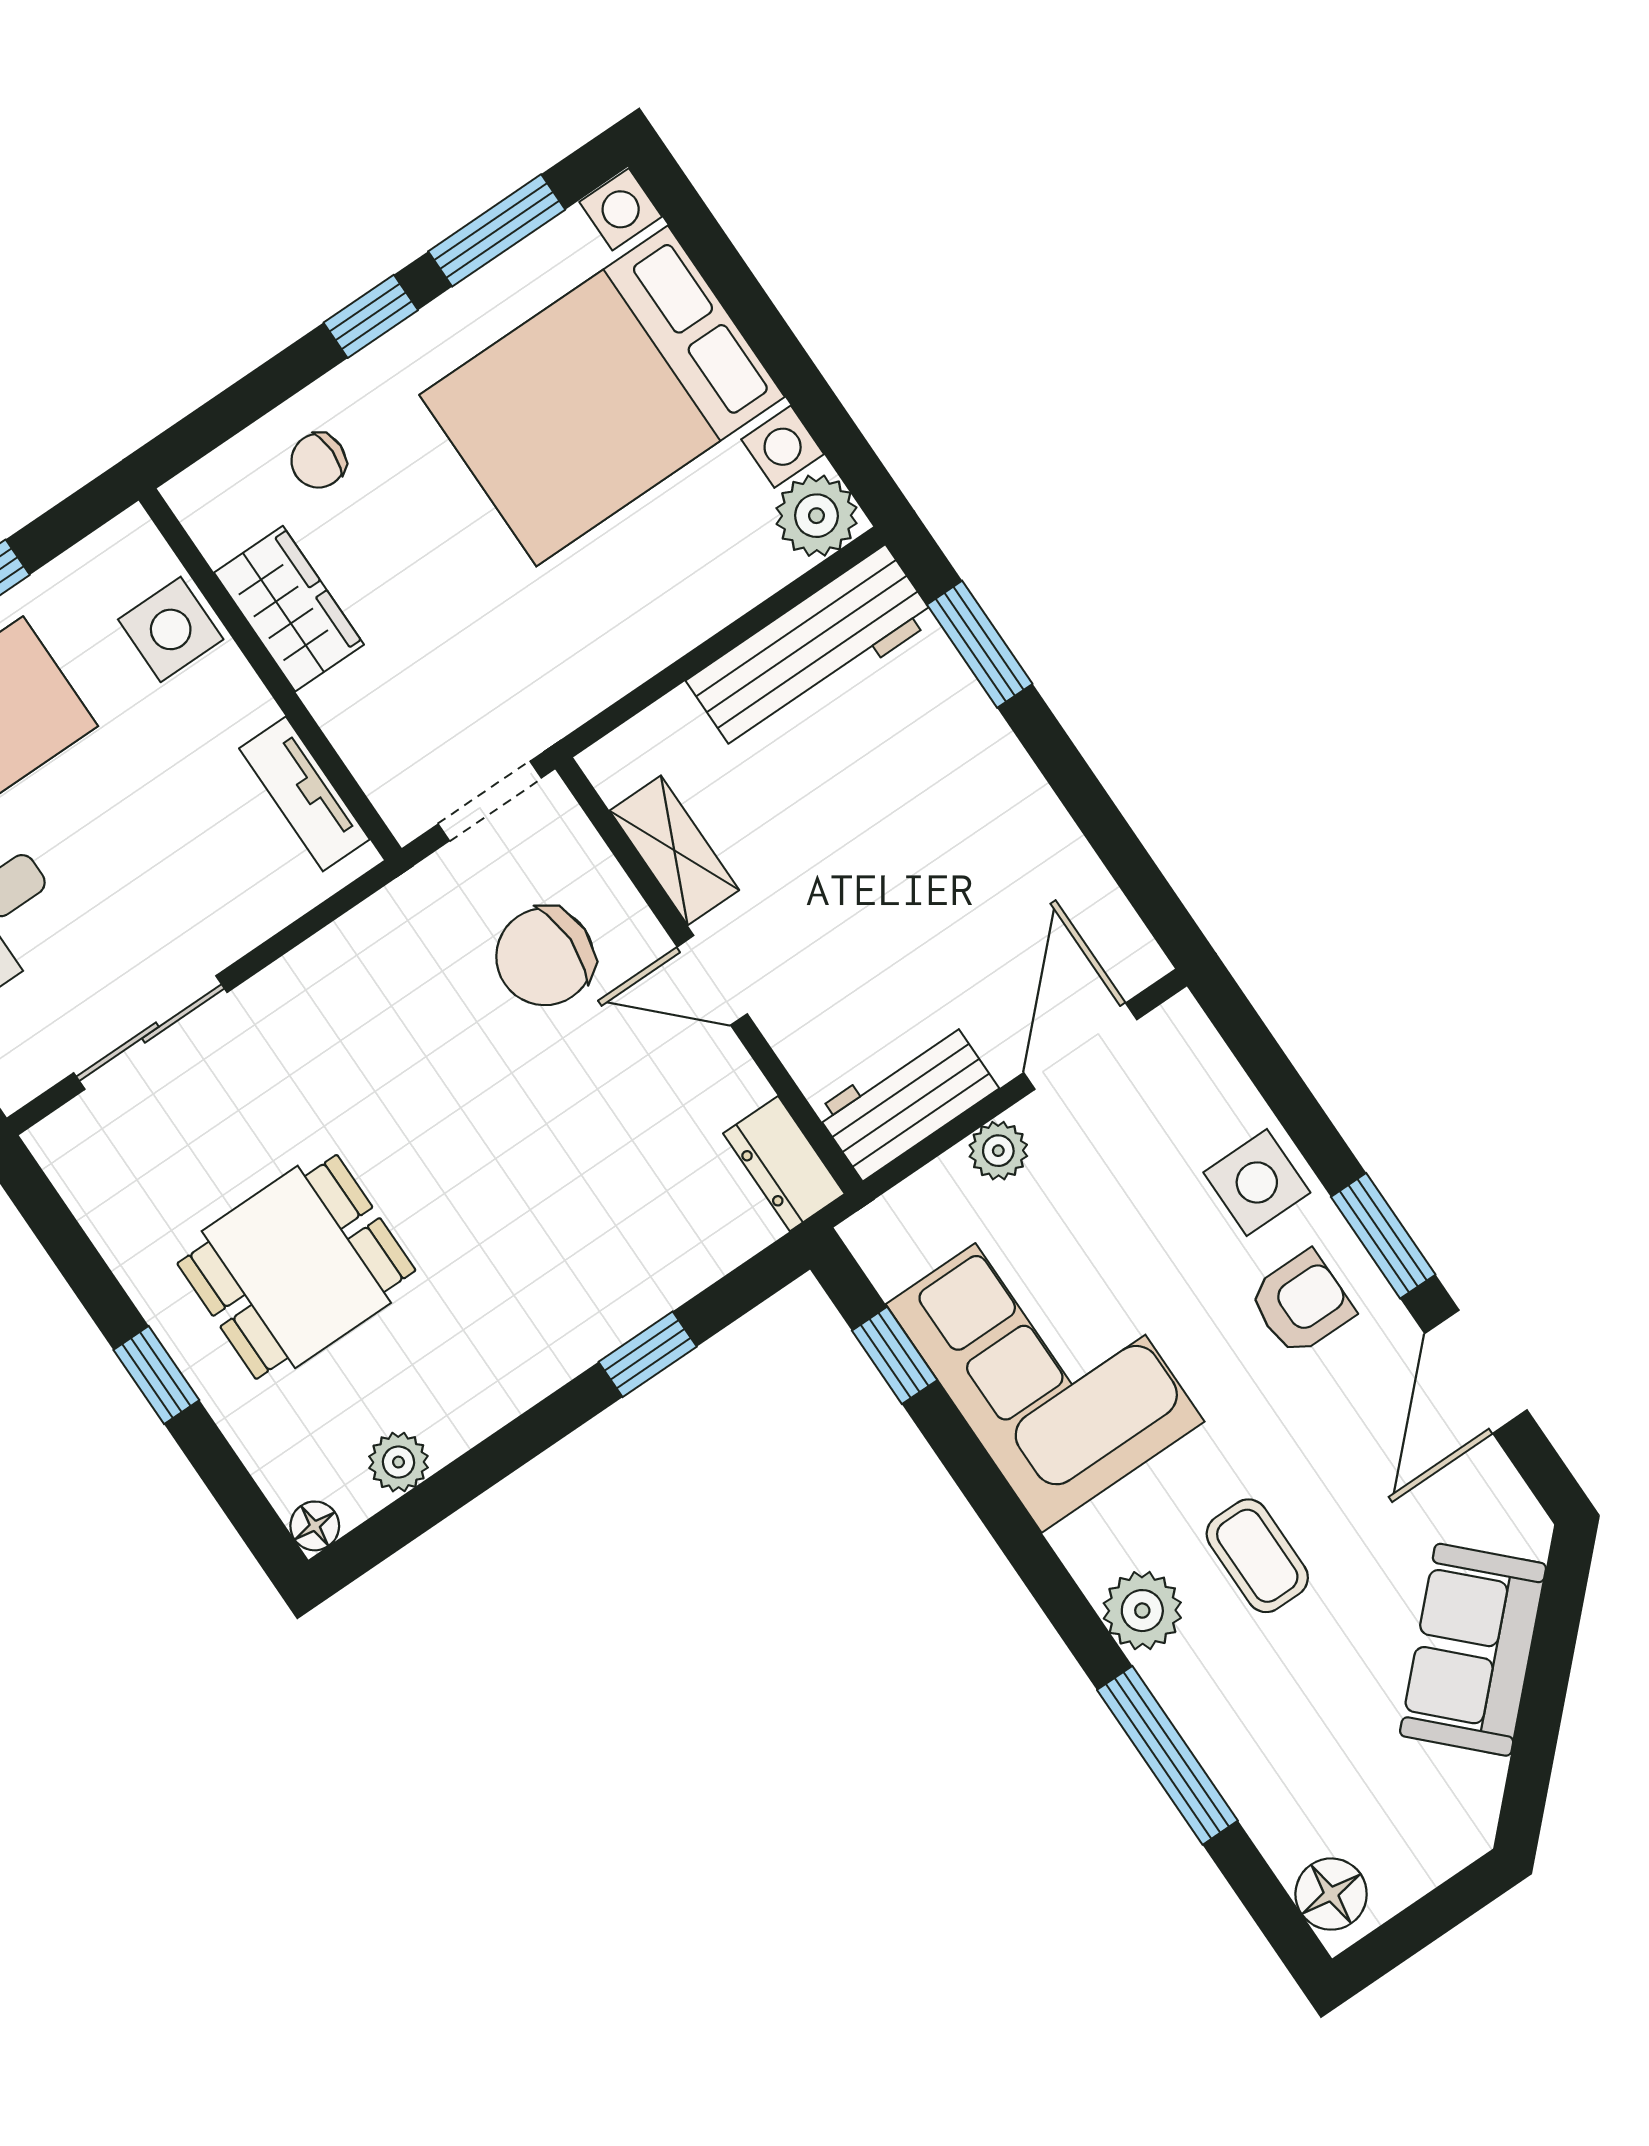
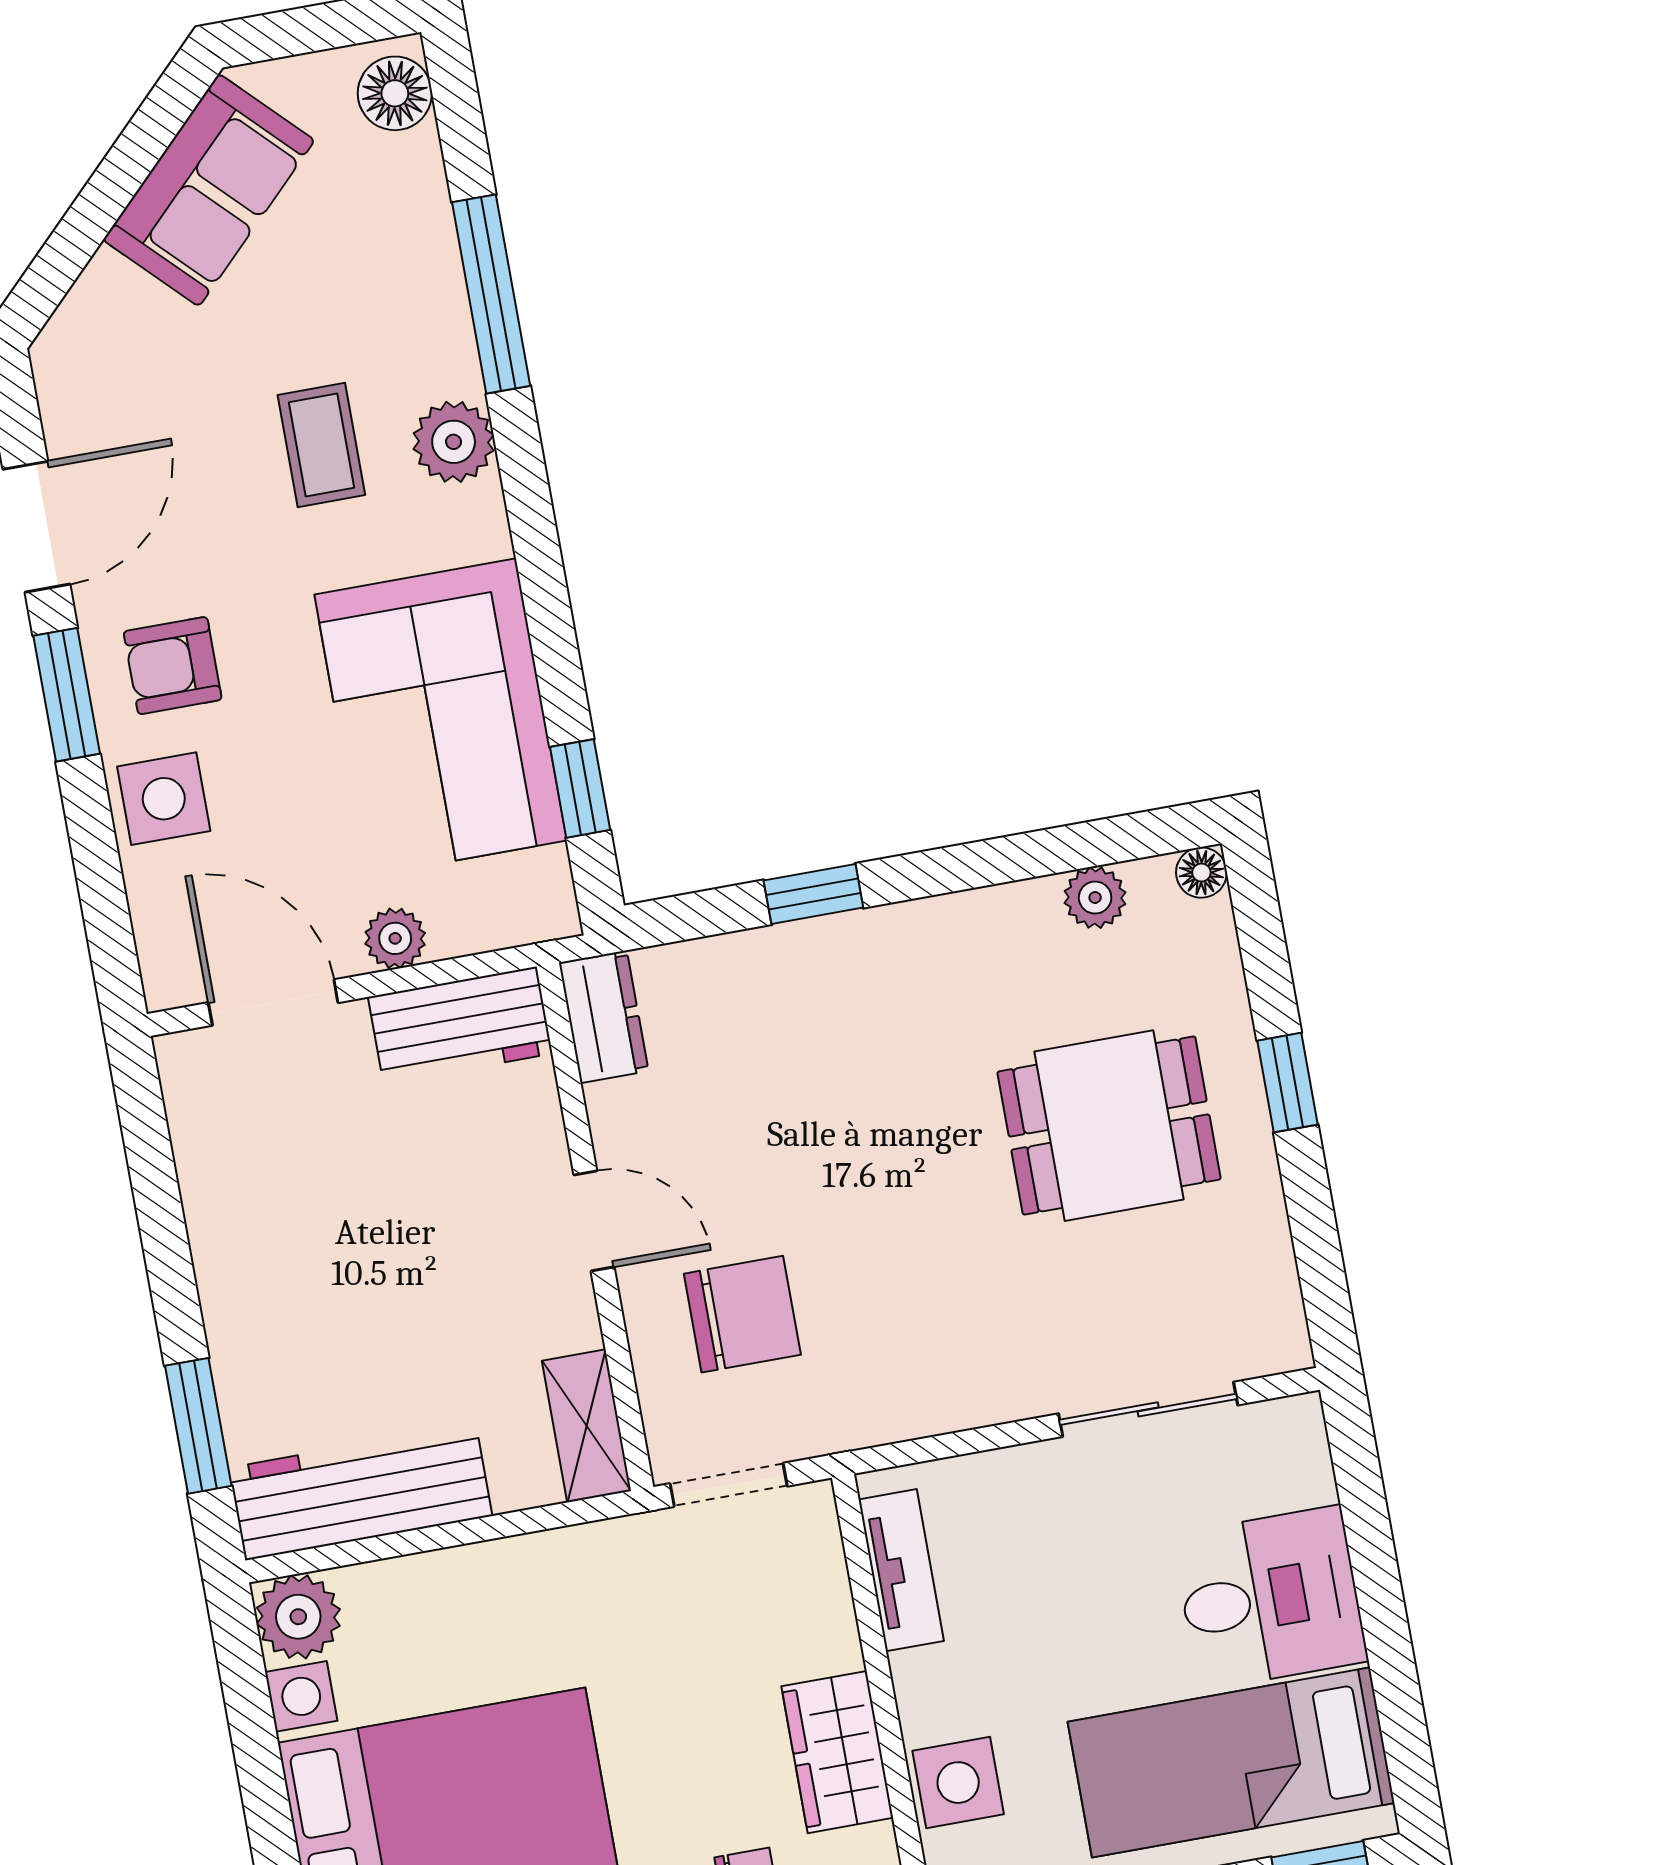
shelving: (674, 850) -> (587, 1426), moved
door: (1080, 1046) -> (273, 1003), swing flipped
sofa: (1473, 1650) -> (209, 190), moved

